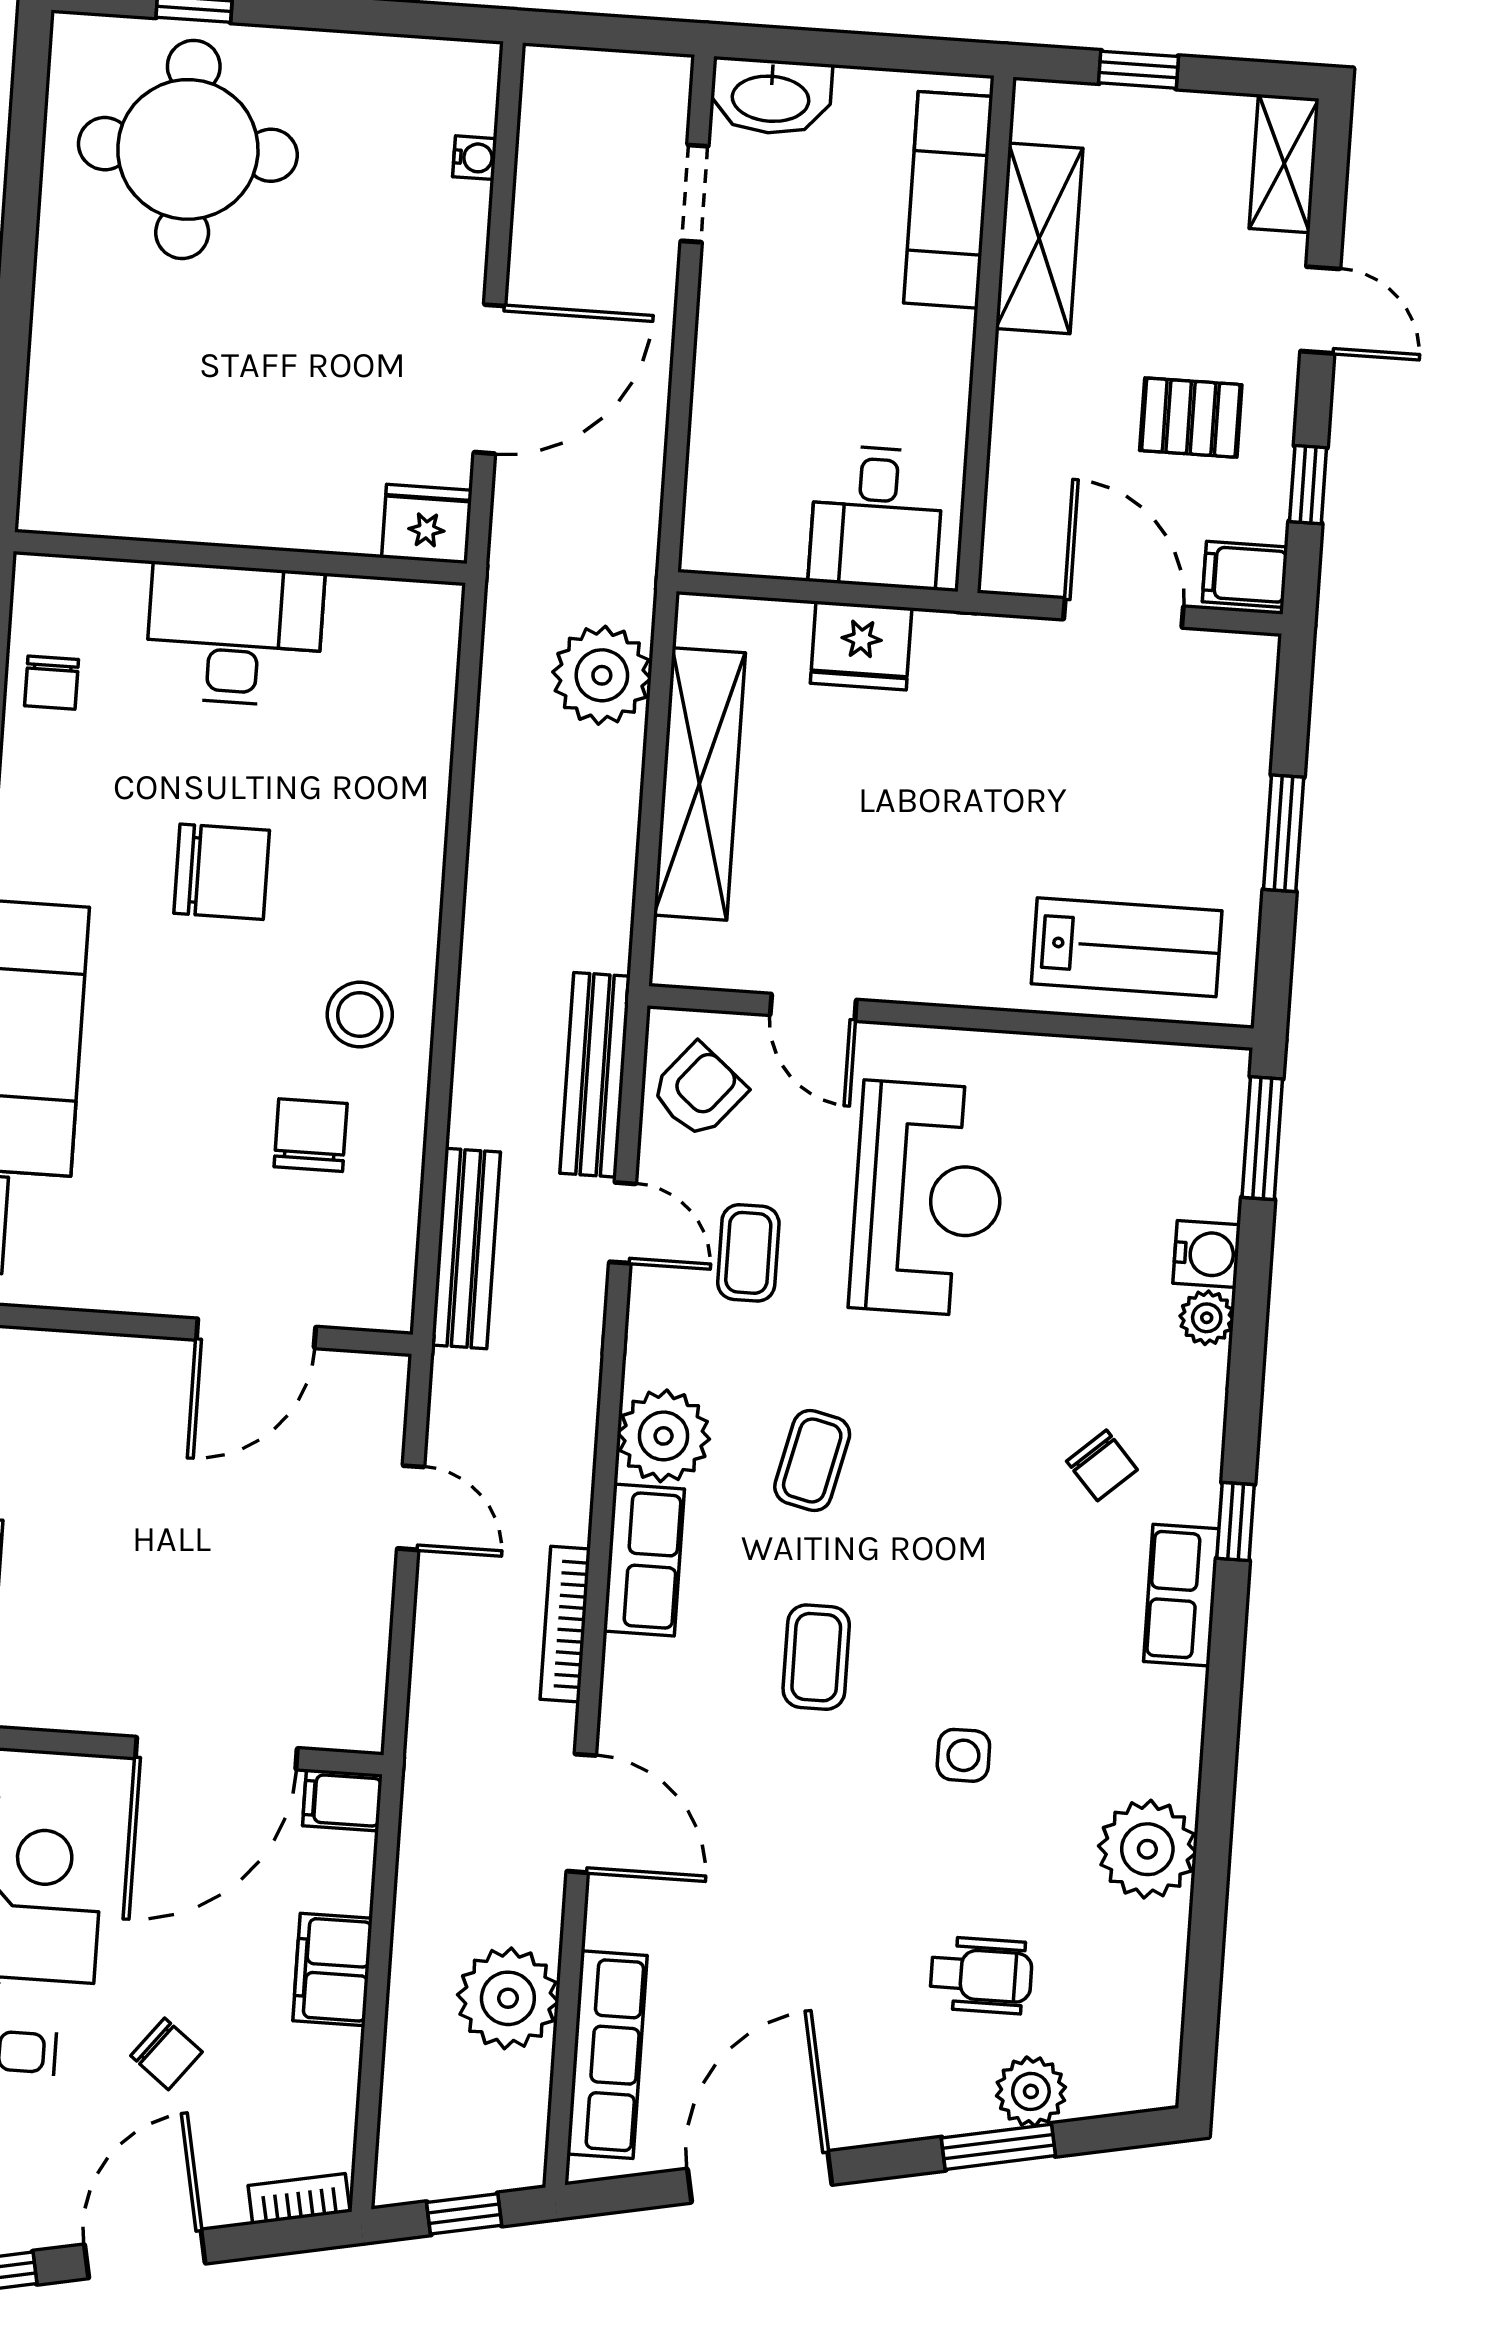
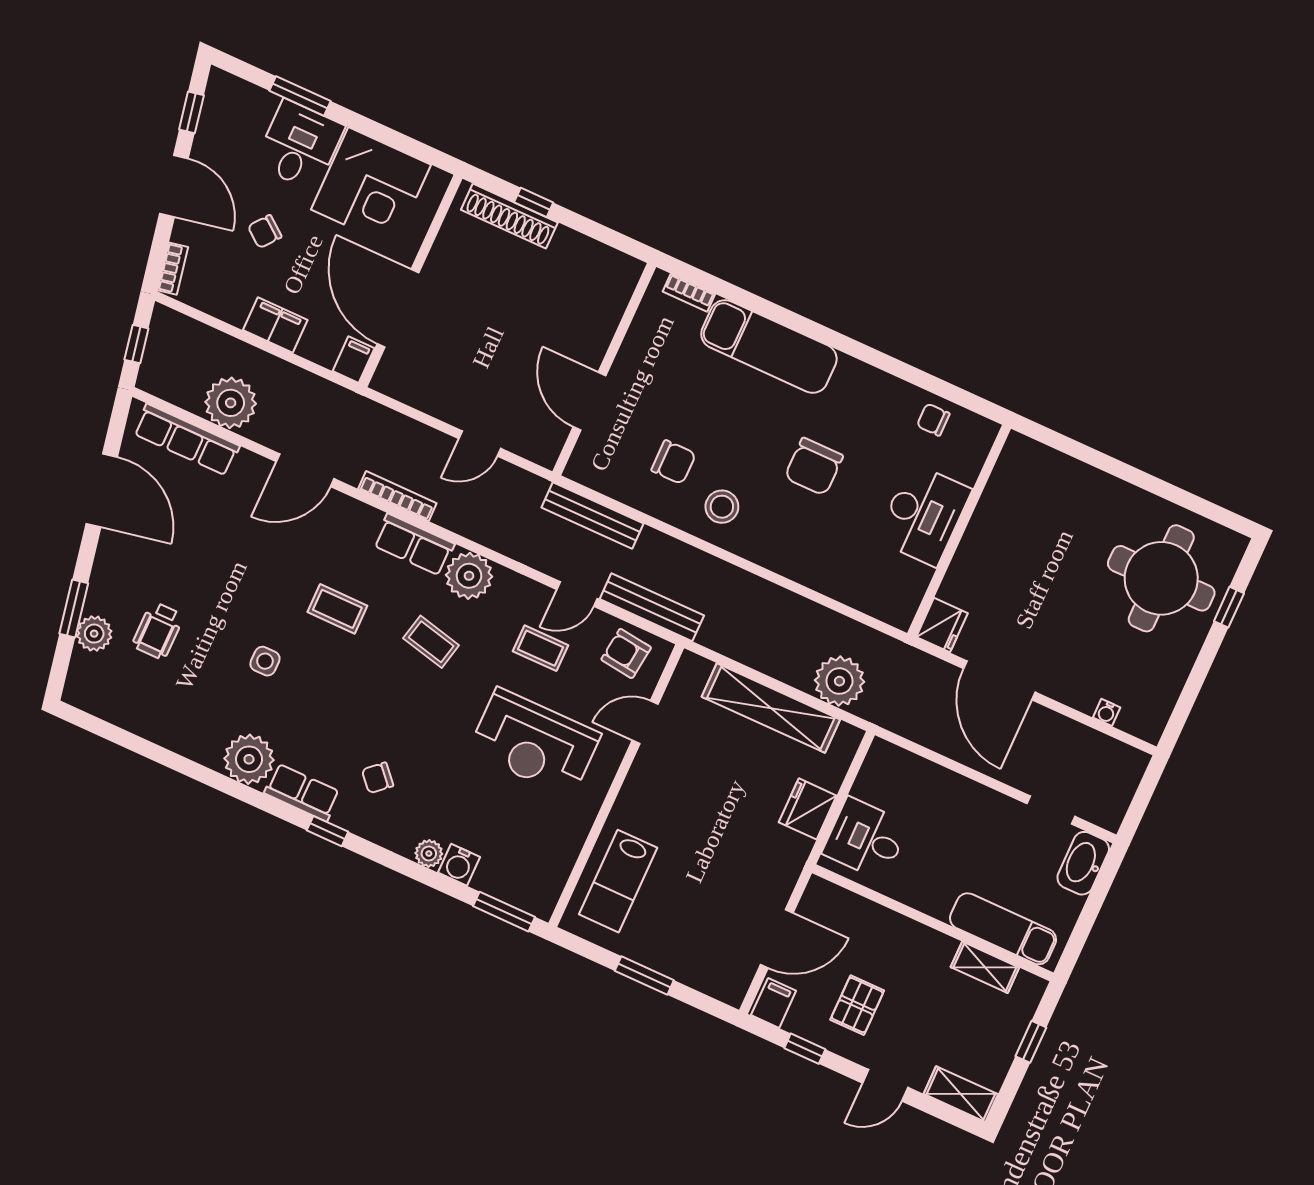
shelving: (1039, 238) -> (985, 967), width x0.67, depth x0.75
armchair: (699, 1090) -> (626, 653), turned 147
plant: (1147, 1849) -> (249, 759), moved

